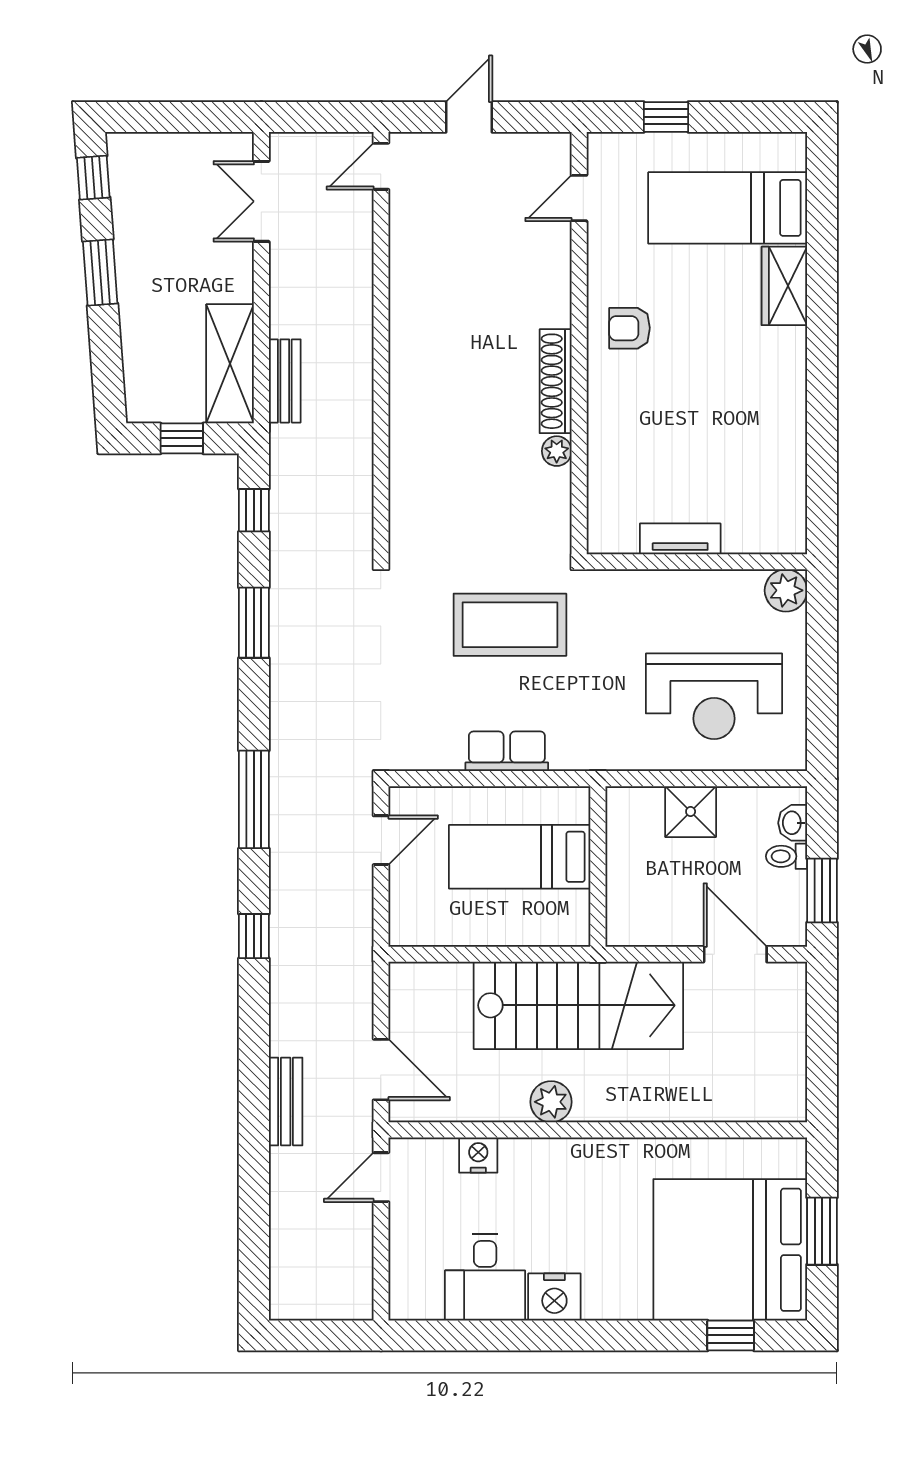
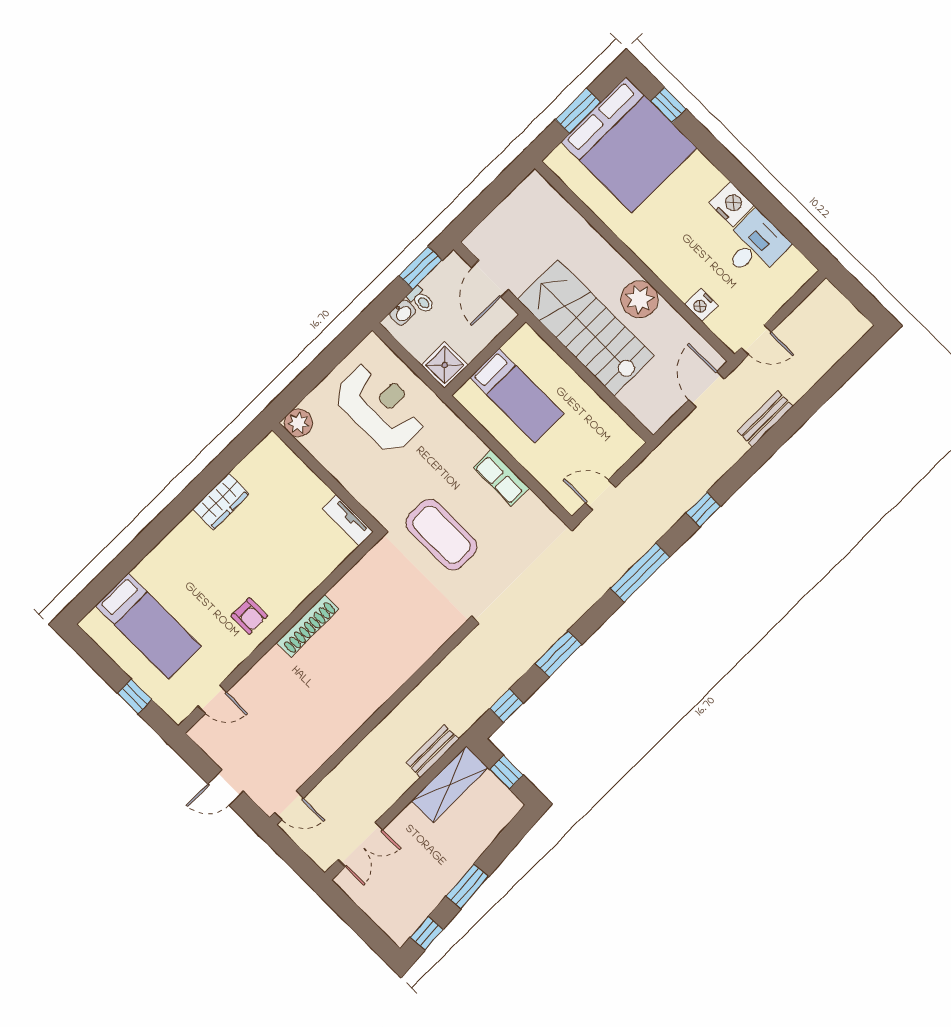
wardrobe: (784, 286) -> (221, 501), moved
plant: (557, 451) -> (340, 593), removed
tv unit: (680, 539) -> (348, 520), moved
bed: (520, 857) -> (517, 396), moved
wall: (598, 866) -> (485, 355), moved
plant: (551, 1102) -> (640, 299), width x1.36, depth x1.36

